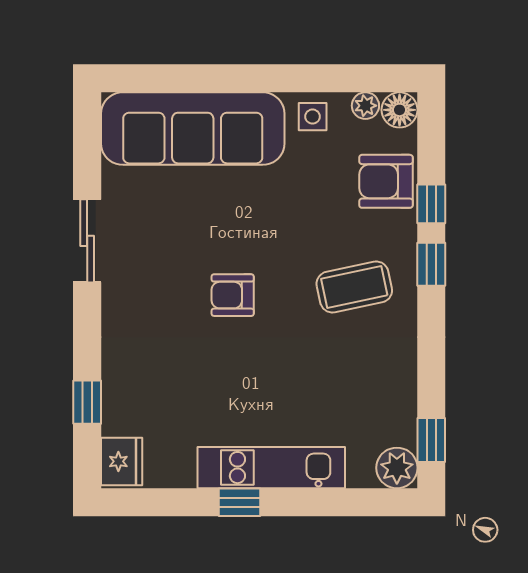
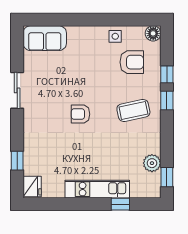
plant: (365, 106) -> (138, 32), removed
sofa: (193, 129) -> (45, 38), width x0.54, depth x0.79
armchair: (386, 181) -> (132, 62), moved, turned 180
plant: (397, 468) -> (152, 163), moved
window: (240, 502) -> (120, 204), moved

